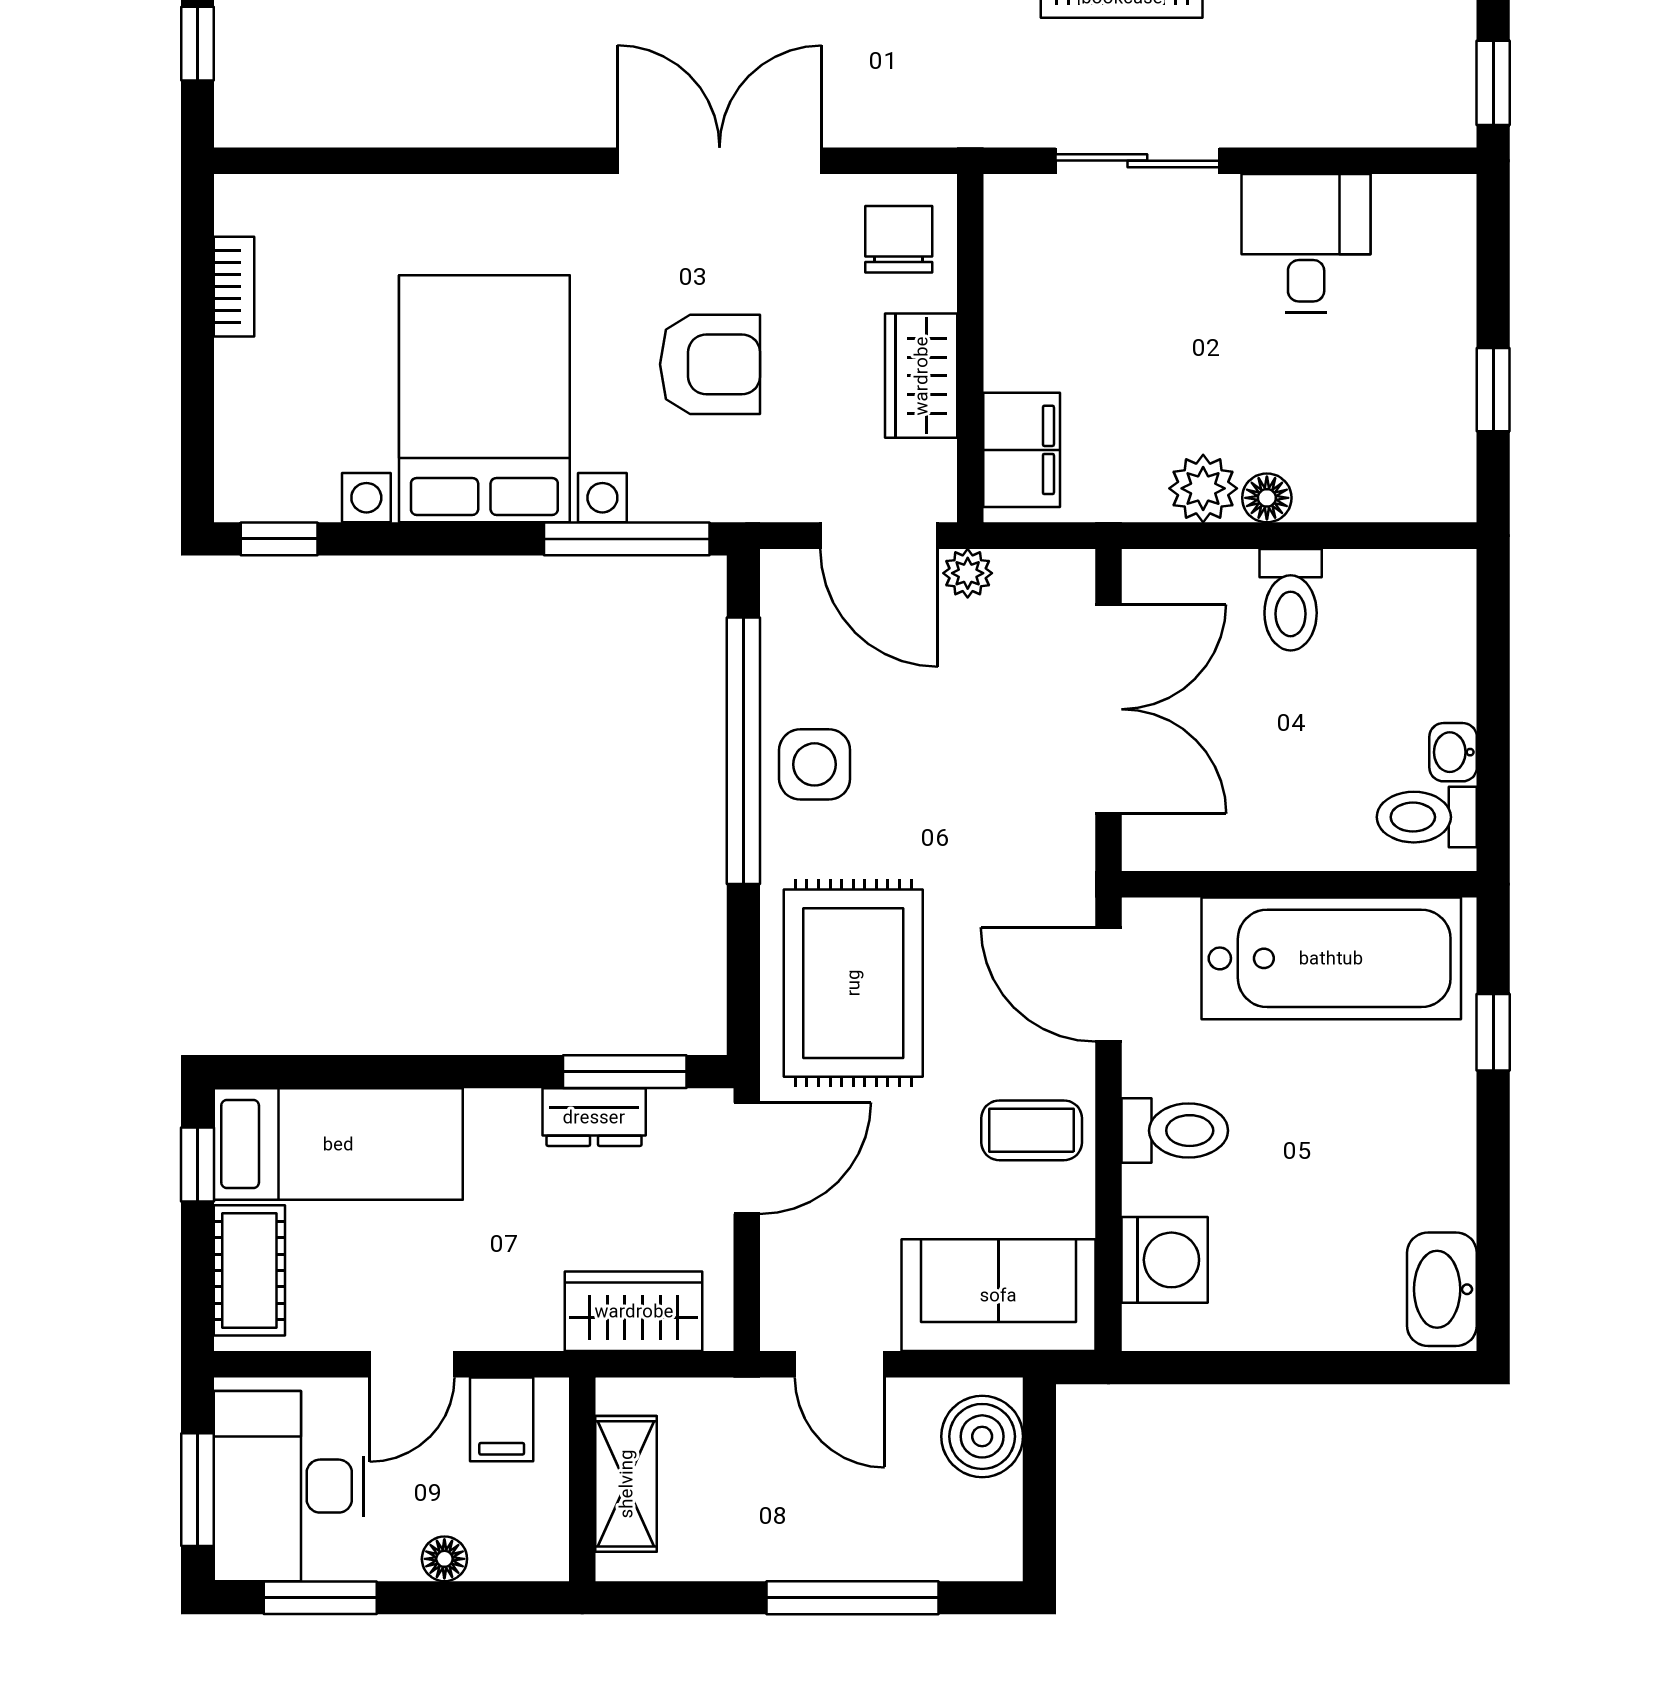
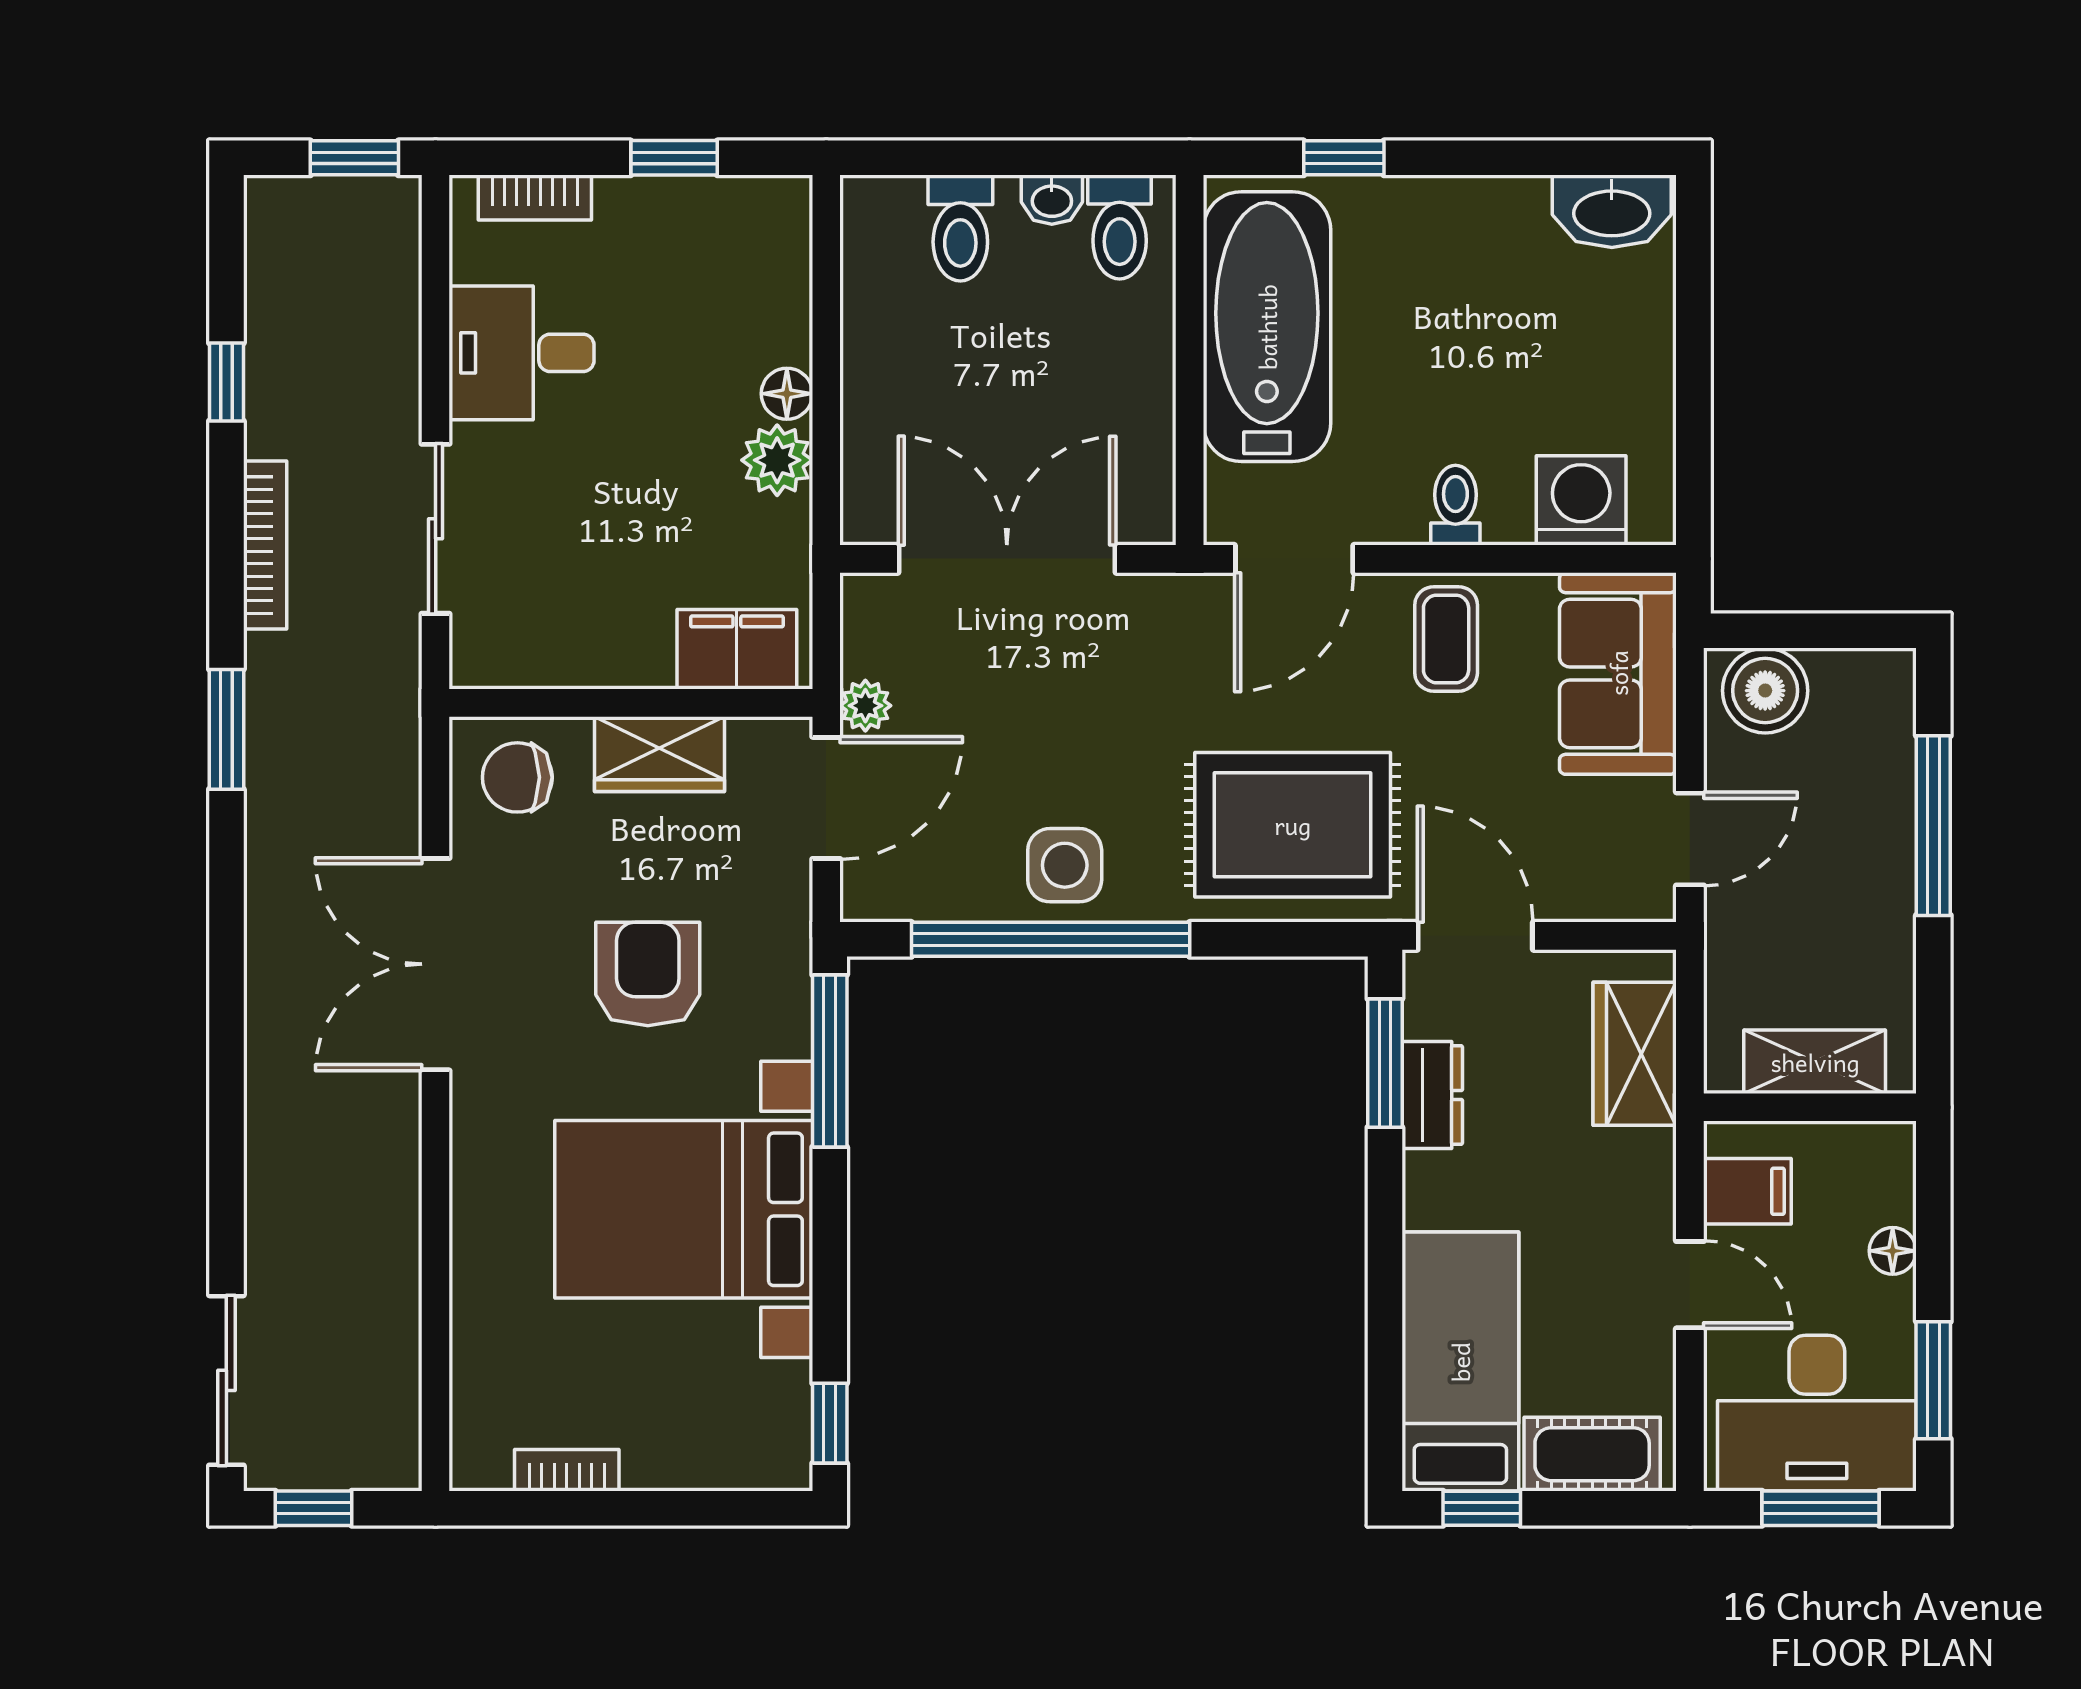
bookcase: (1455, 256) -> (535, 198), added
toilet: (1291, 600) -> (960, 228), moved, turned 90
toilet: (1175, 1131) -> (1455, 505), width x0.73, depth x0.72

